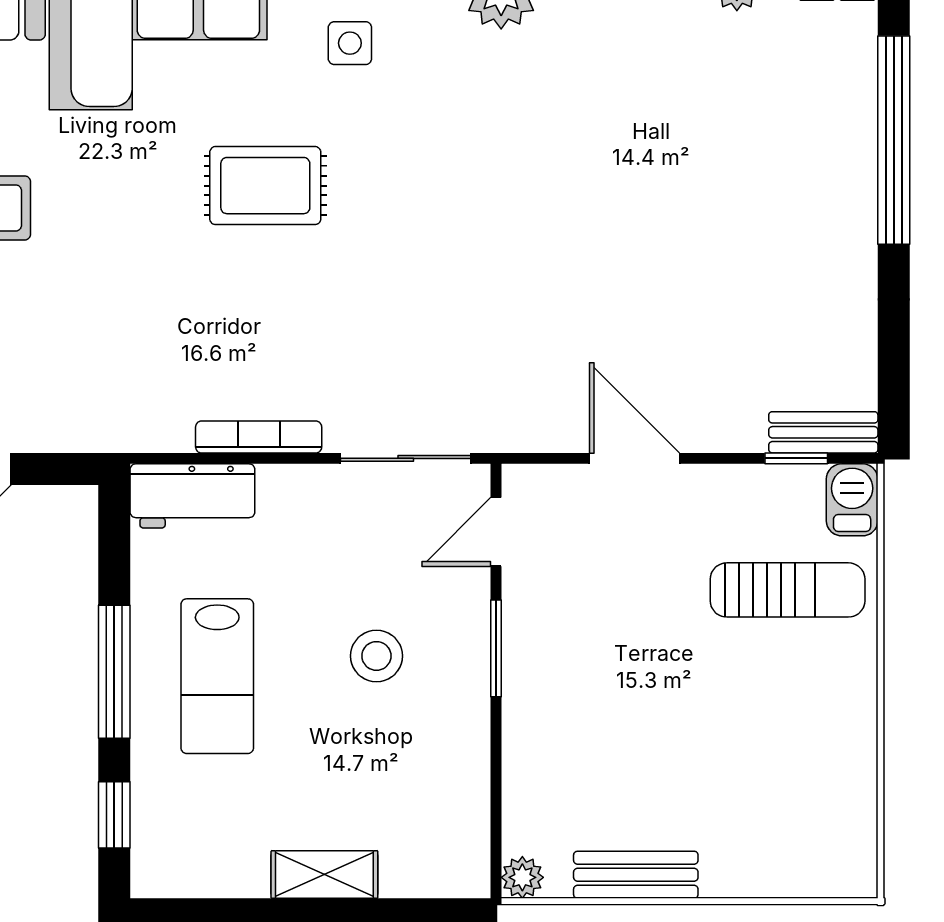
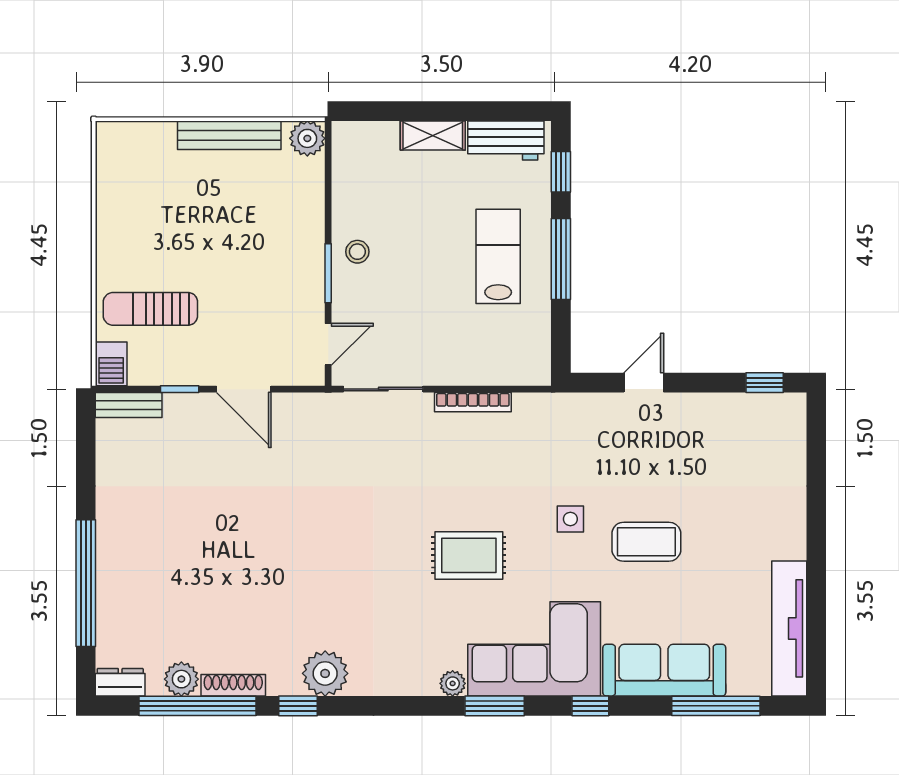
side table: (350, 43) -> (570, 519), moved
window: (796, 458) -> (180, 389), moved
workbench: (192, 496) -> (506, 140), moved, turned 180
stool: (376, 656) -> (357, 252), moved, width x0.73, depth x0.73
bench: (636, 875) -> (229, 135), width x1.36
plant: (522, 877) -> (307, 138), width x1.38, depth x1.38

